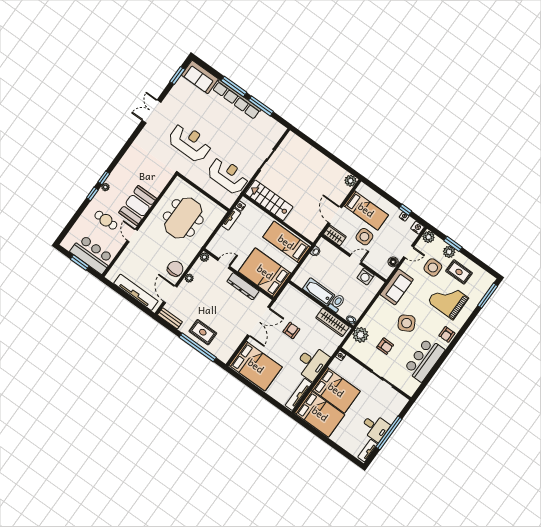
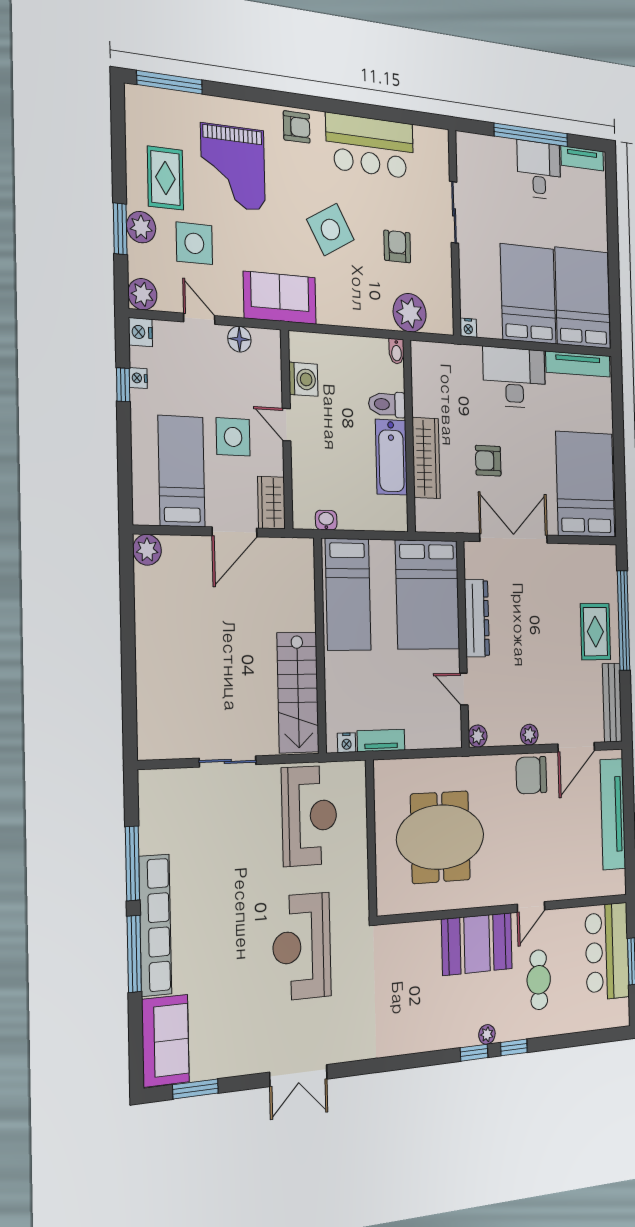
reception desk: (228, 176) -> (309, 816), turned 180
bench: (170, 318) -> (612, 703), width x1.36
wardrobe: (332, 322) -> (426, 458), moved

